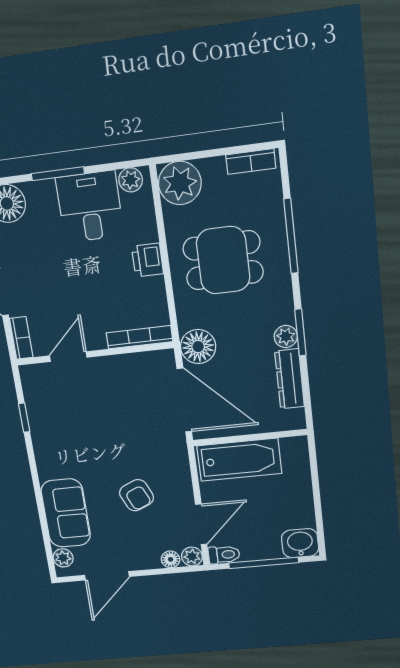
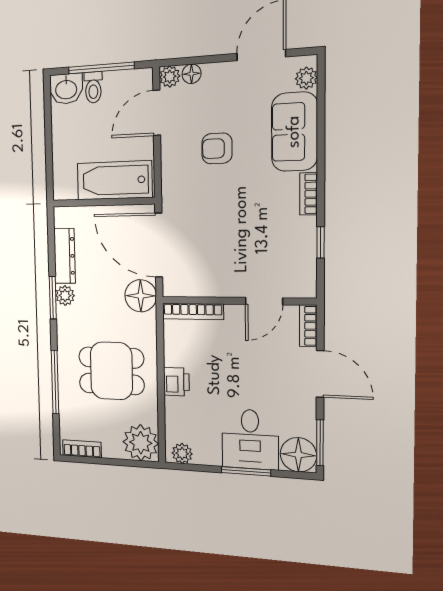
desk: (90, 207) -> (250, 439), moved
bookcase: (43, 460) -> (309, 194), added
armchair: (137, 495) -> (217, 148), turned -66
toilet: (224, 555) -> (93, 87), moved, turned -90

